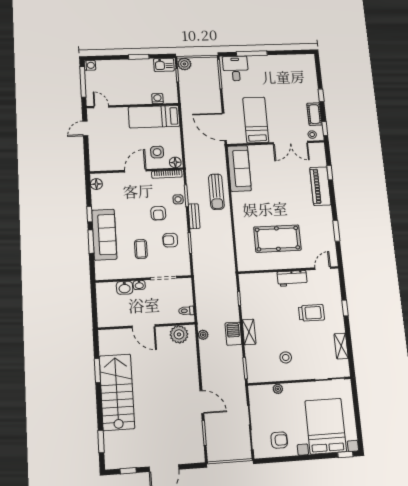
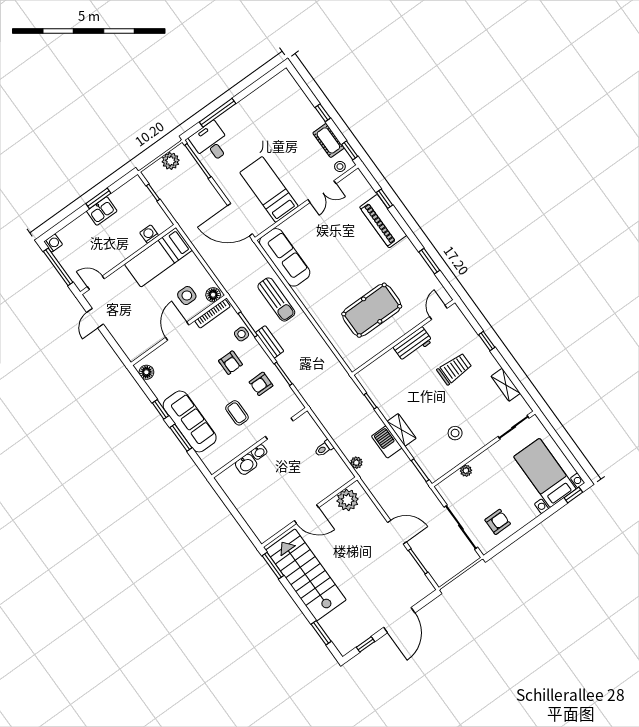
plant: (184, 64) -> (171, 161), moved
kitchen sink: (164, 65) -> (102, 211), moved
double door: (290, 143) -> (322, 192), width x0.73
door: (144, 326) -> (306, 514), moved
wall: (147, 326) -> (309, 512), moved
plant: (179, 334) -> (348, 500), moved
bed with nightstands: (326, 426) -> (545, 473), width x0.73

